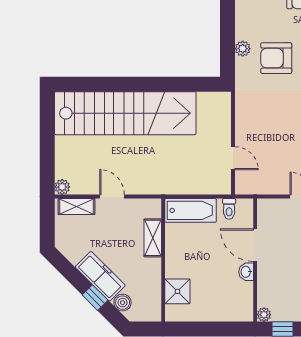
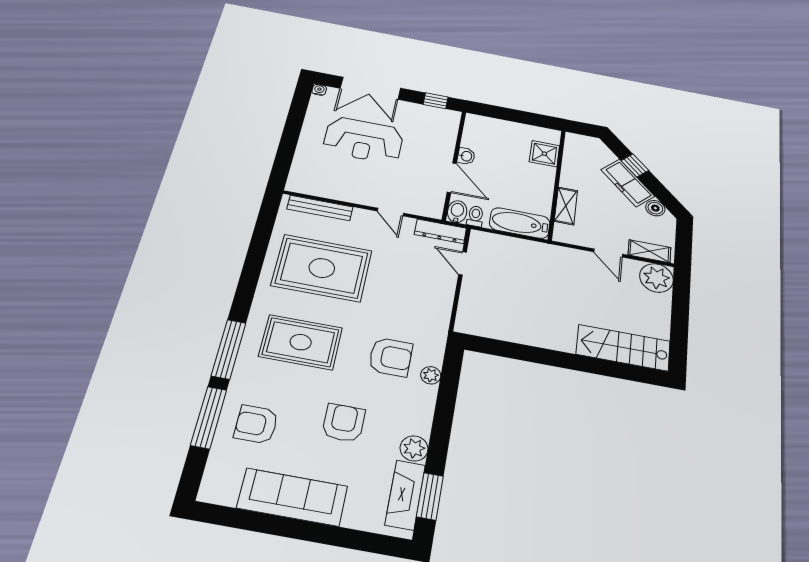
stairs: (125, 113) -> (623, 348), width x0.54, depth x0.66
dresser: (256, 186) -> (440, 231), added
plant: (62, 187) -> (656, 278), width x1.88, depth x1.88
bidet: (245, 210) -> (457, 212), added
boiler: (123, 303) -> (655, 208), moved
plant: (264, 315) -> (453, 116), removed

